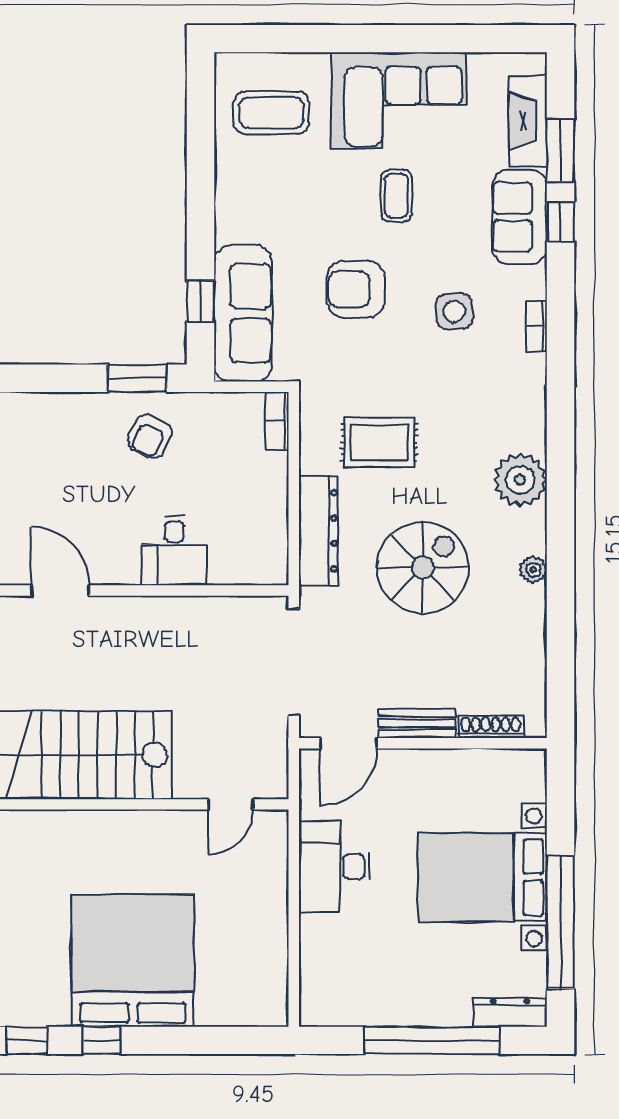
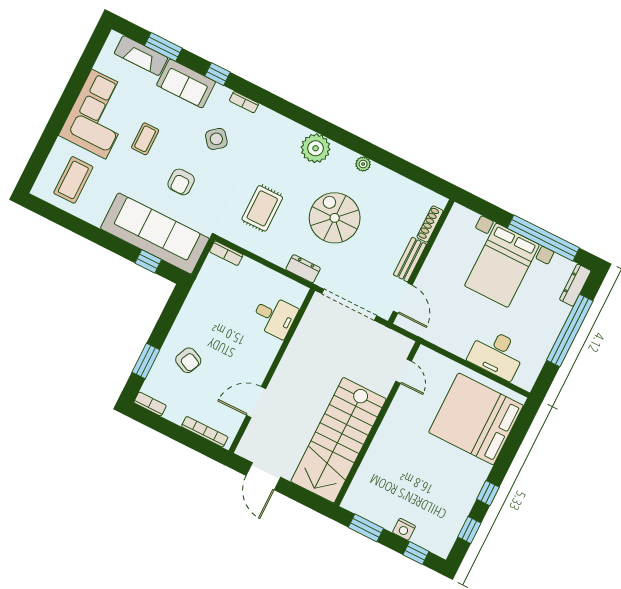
coffee table: (396, 196) -> (145, 139), turned 90
window: (560, 221) -> (217, 74), moved
armchair: (356, 289) -> (181, 182), width x0.72, depth x0.72
side table: (454, 311) -> (216, 139), turned -34
sofa: (243, 313) -> (155, 233), width x1.36, depth x1.27
window: (137, 378) -> (146, 361), moved
armchair: (150, 436) -> (188, 360), moved
dresser: (319, 531) -> (303, 269), width x0.51, depth x0.80
desk: (174, 551) -> (275, 316), moved
desk: (335, 867) -> (497, 354), moved
bed: (133, 961) -> (476, 419), moved

